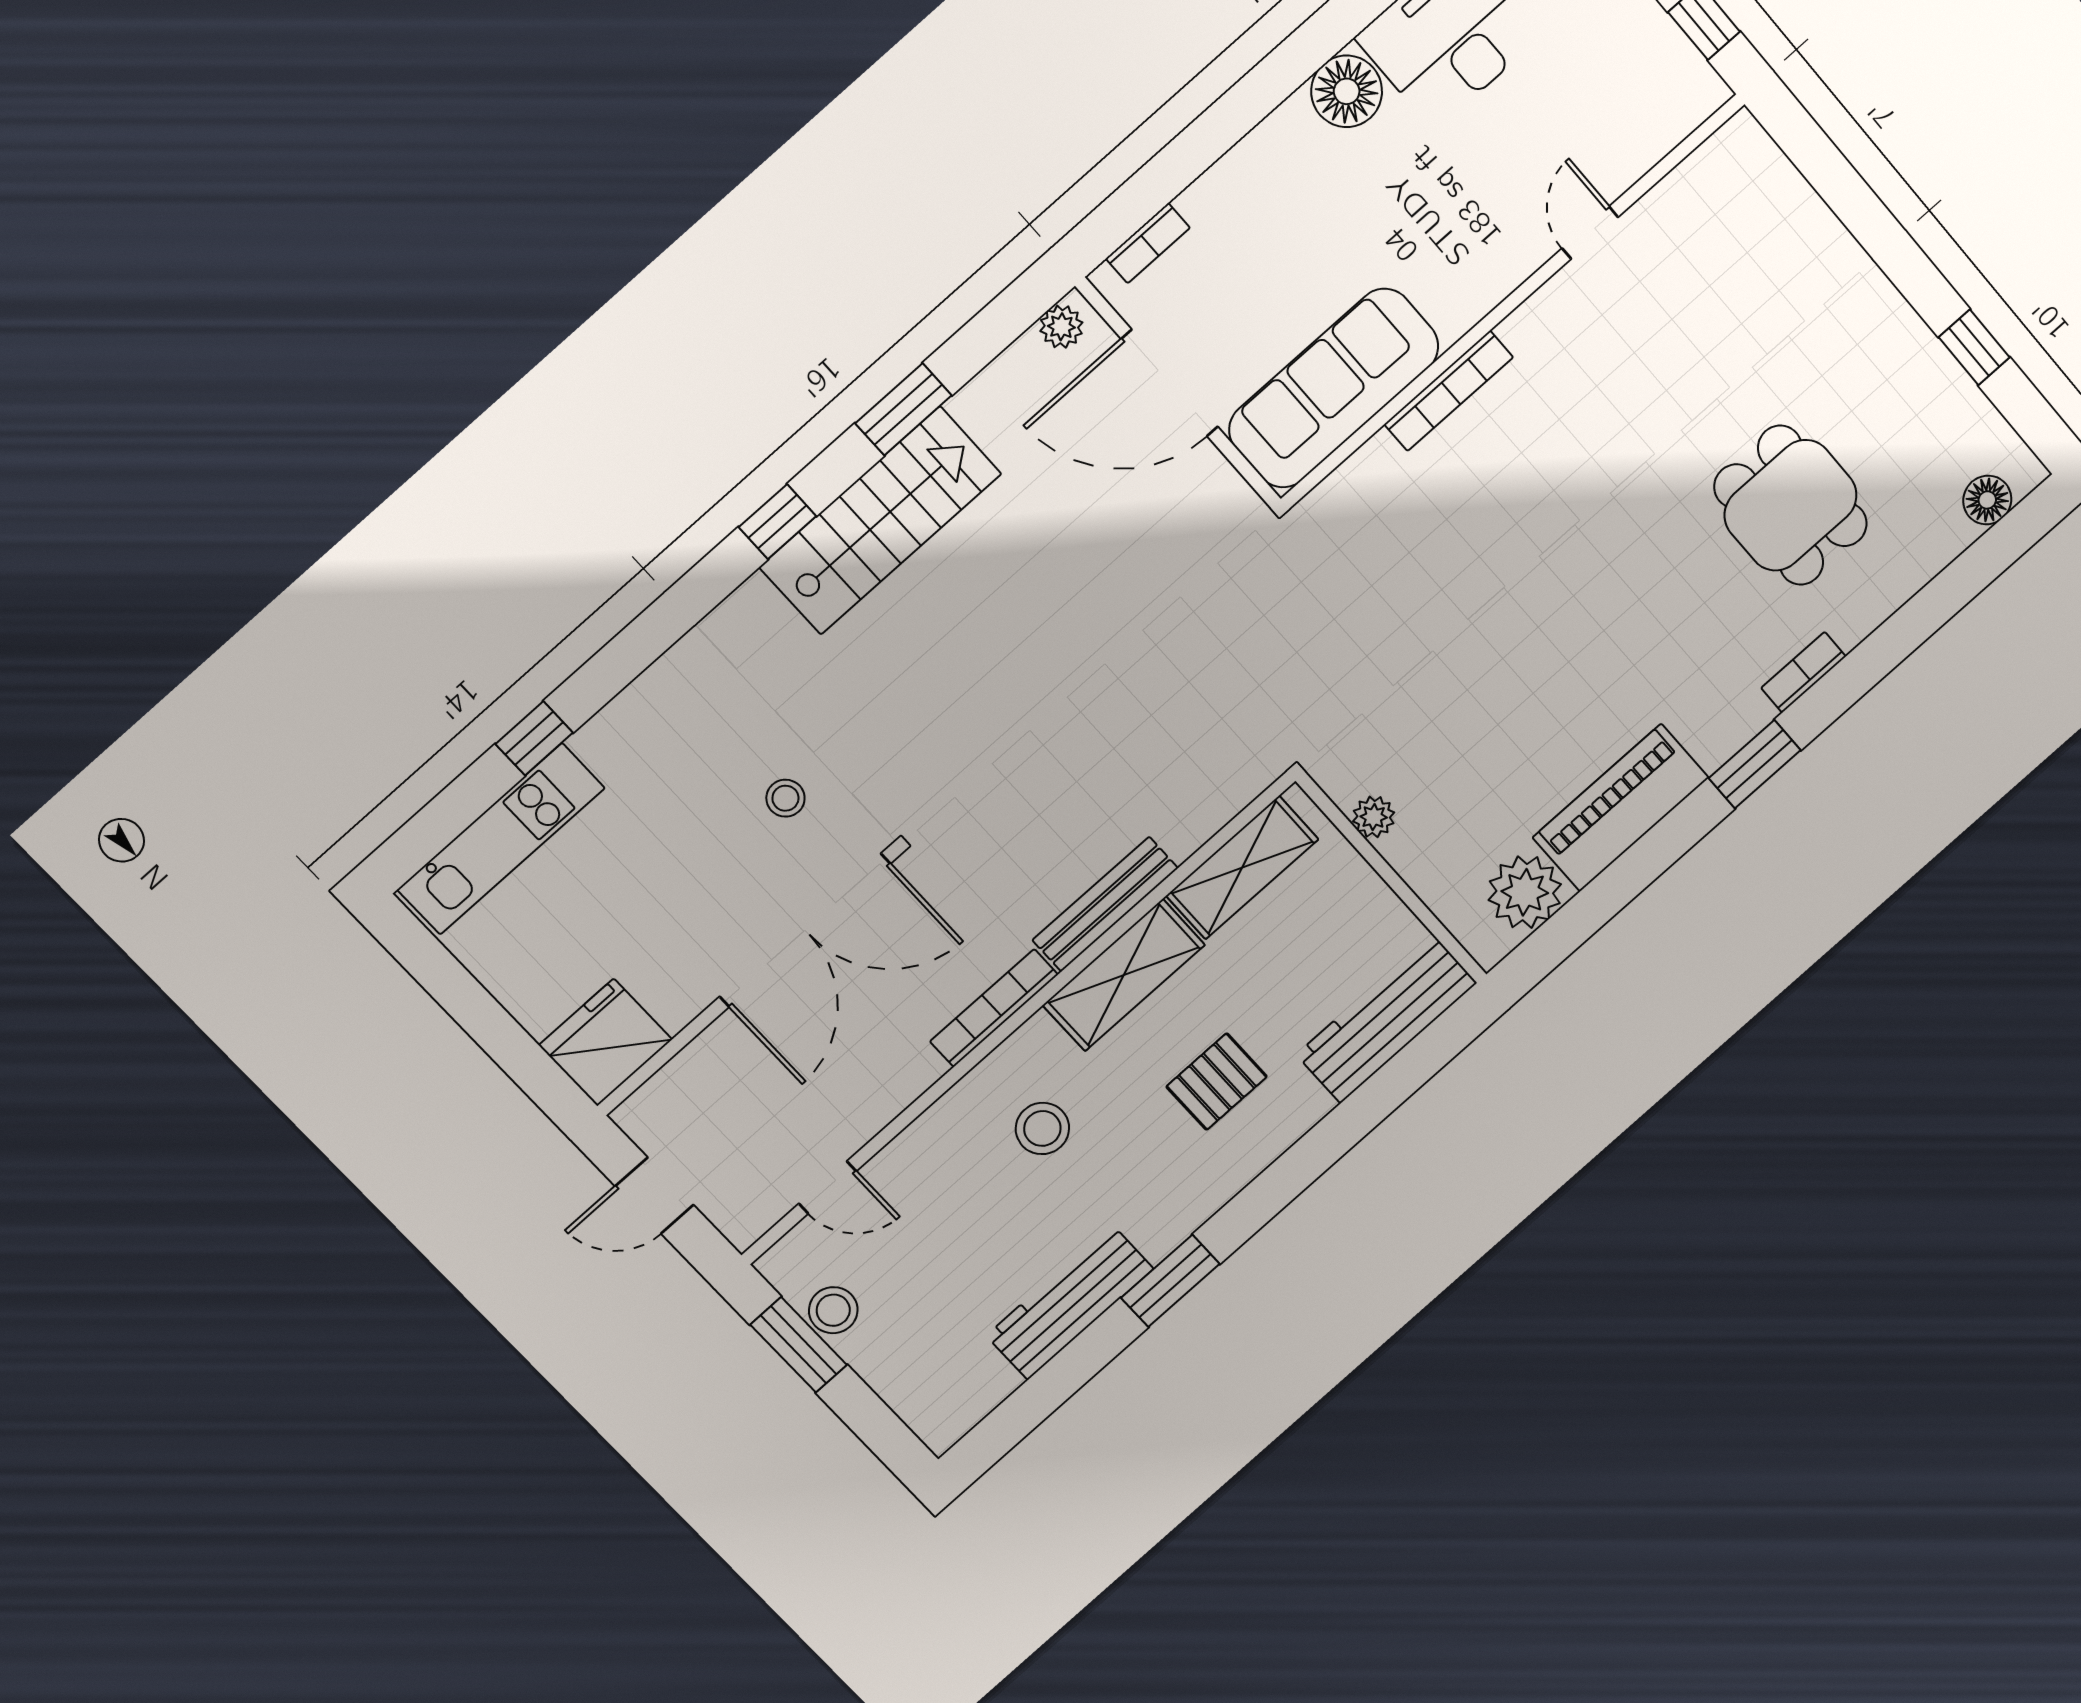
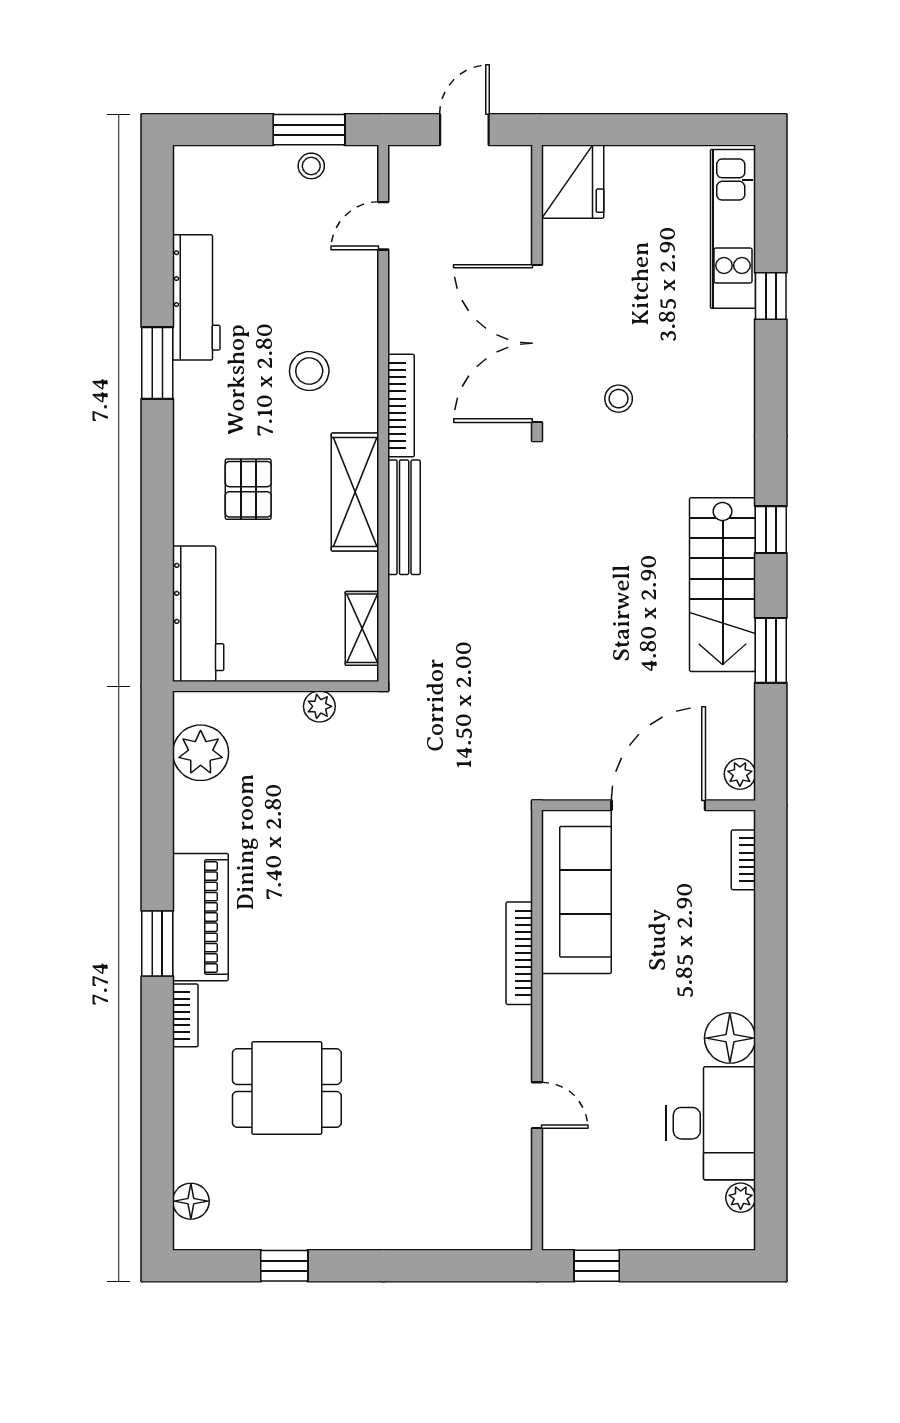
piano: (1621, 808) -> (200, 917), moved
shelving: (1242, 867) -> (362, 628), width x0.67, depth x0.75
stool: (833, 1310) -> (311, 166), width x0.73, depth x0.73

